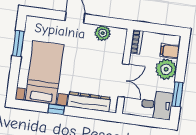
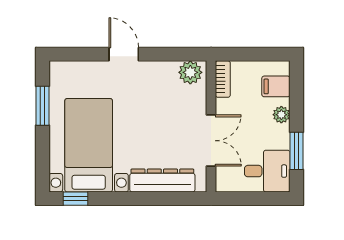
plant: (103, 33) -> (190, 72), moved
plant: (166, 69) -> (281, 115), width x0.53, depth x0.53
window: (56, 109) -> (75, 199), moved

